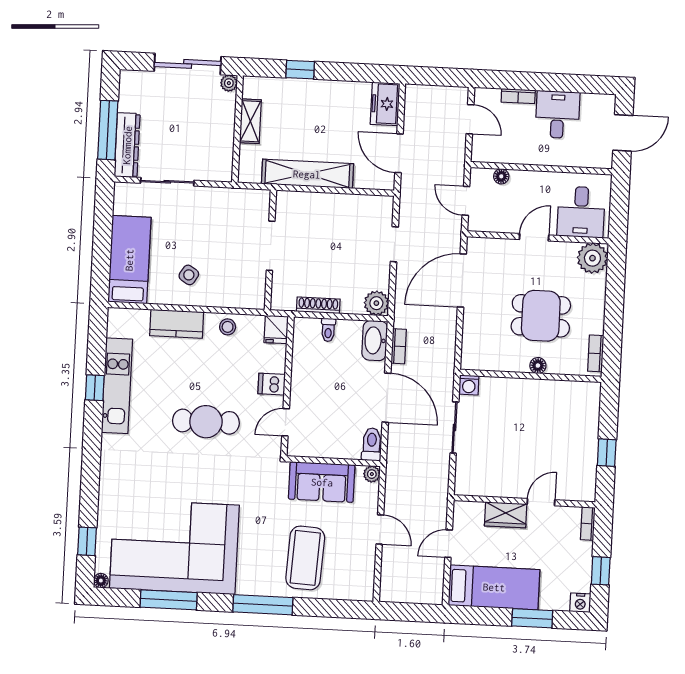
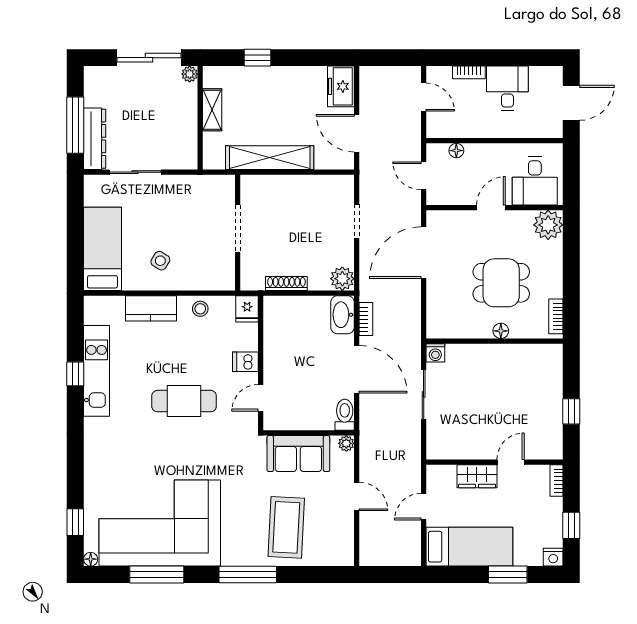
toilet: (328, 330) -> (297, 307), removed

